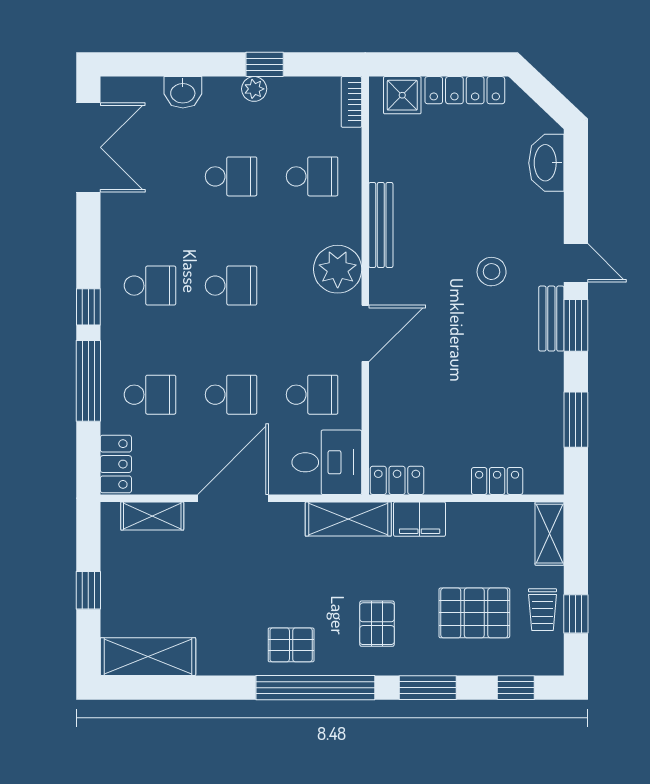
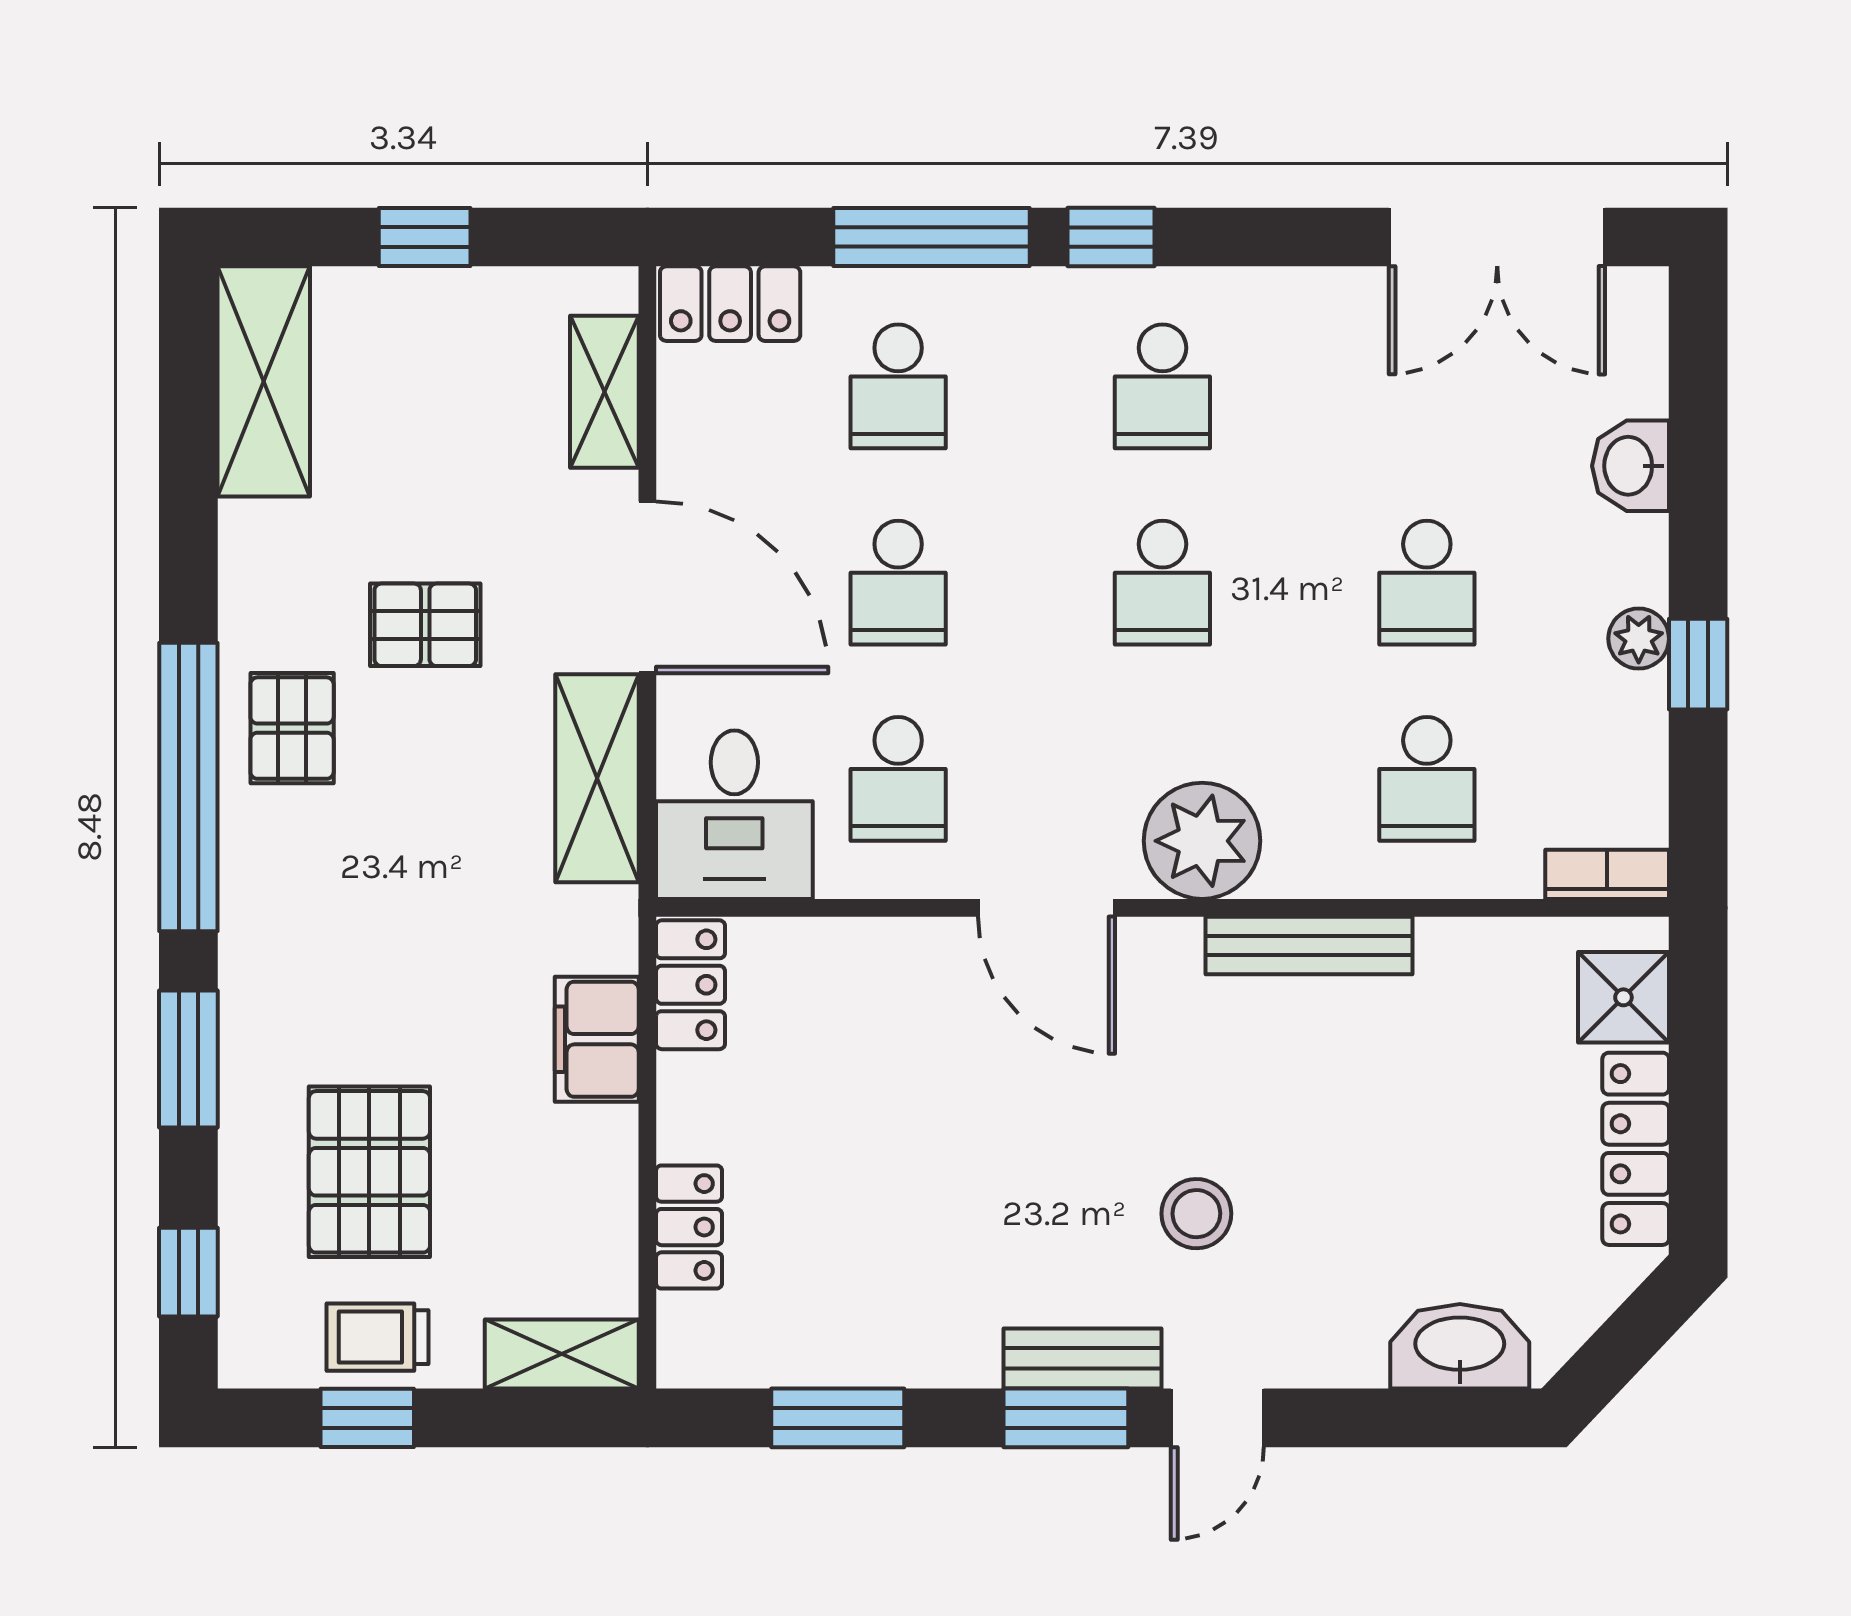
shelving: (348, 519) -> (597, 778), moved
pallet: (377, 624) -> (425, 625), moved

